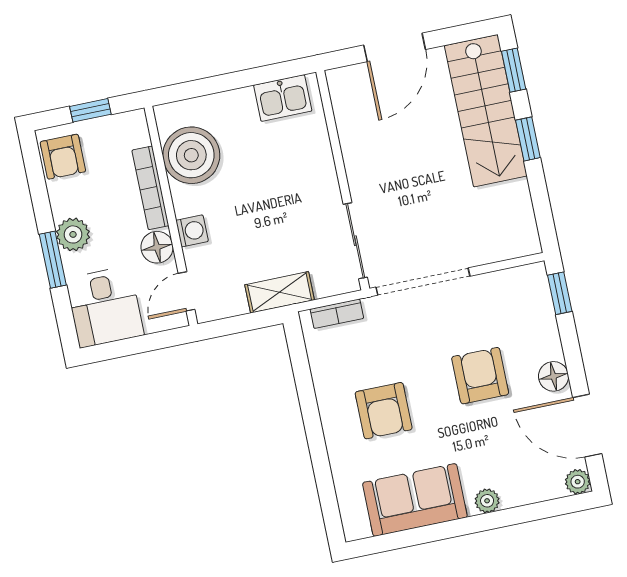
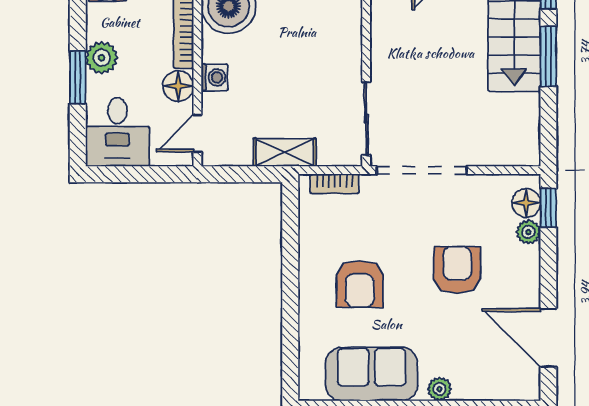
window: (528, 139) -> (548, 56), width x1.50
floor lamp: (553, 376) -> (526, 203), moved
plant: (578, 482) -> (528, 232), moved

